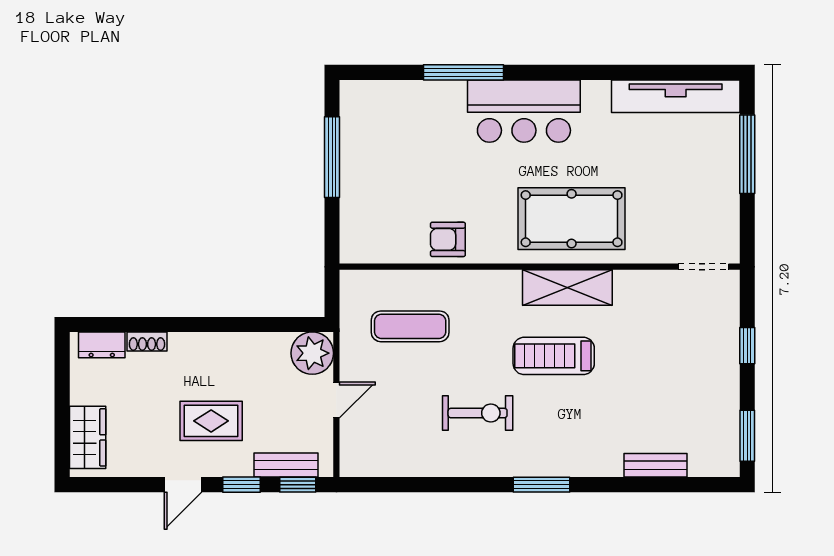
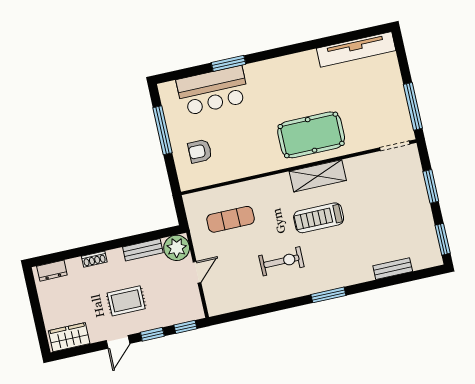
window: (463, 72) -> (228, 63), width x0.69
bar counter: (524, 111) -> (213, 91), moved
window: (747, 154) -> (413, 106), moved
armchair: (448, 239) -> (200, 151), moved
shoe rack: (147, 342) -> (94, 259), moved
window: (747, 346) -> (431, 186), width x1.50
wardrobe: (88, 437) -> (69, 337), moved, turned -90
bench: (286, 465) -> (143, 250), moved

